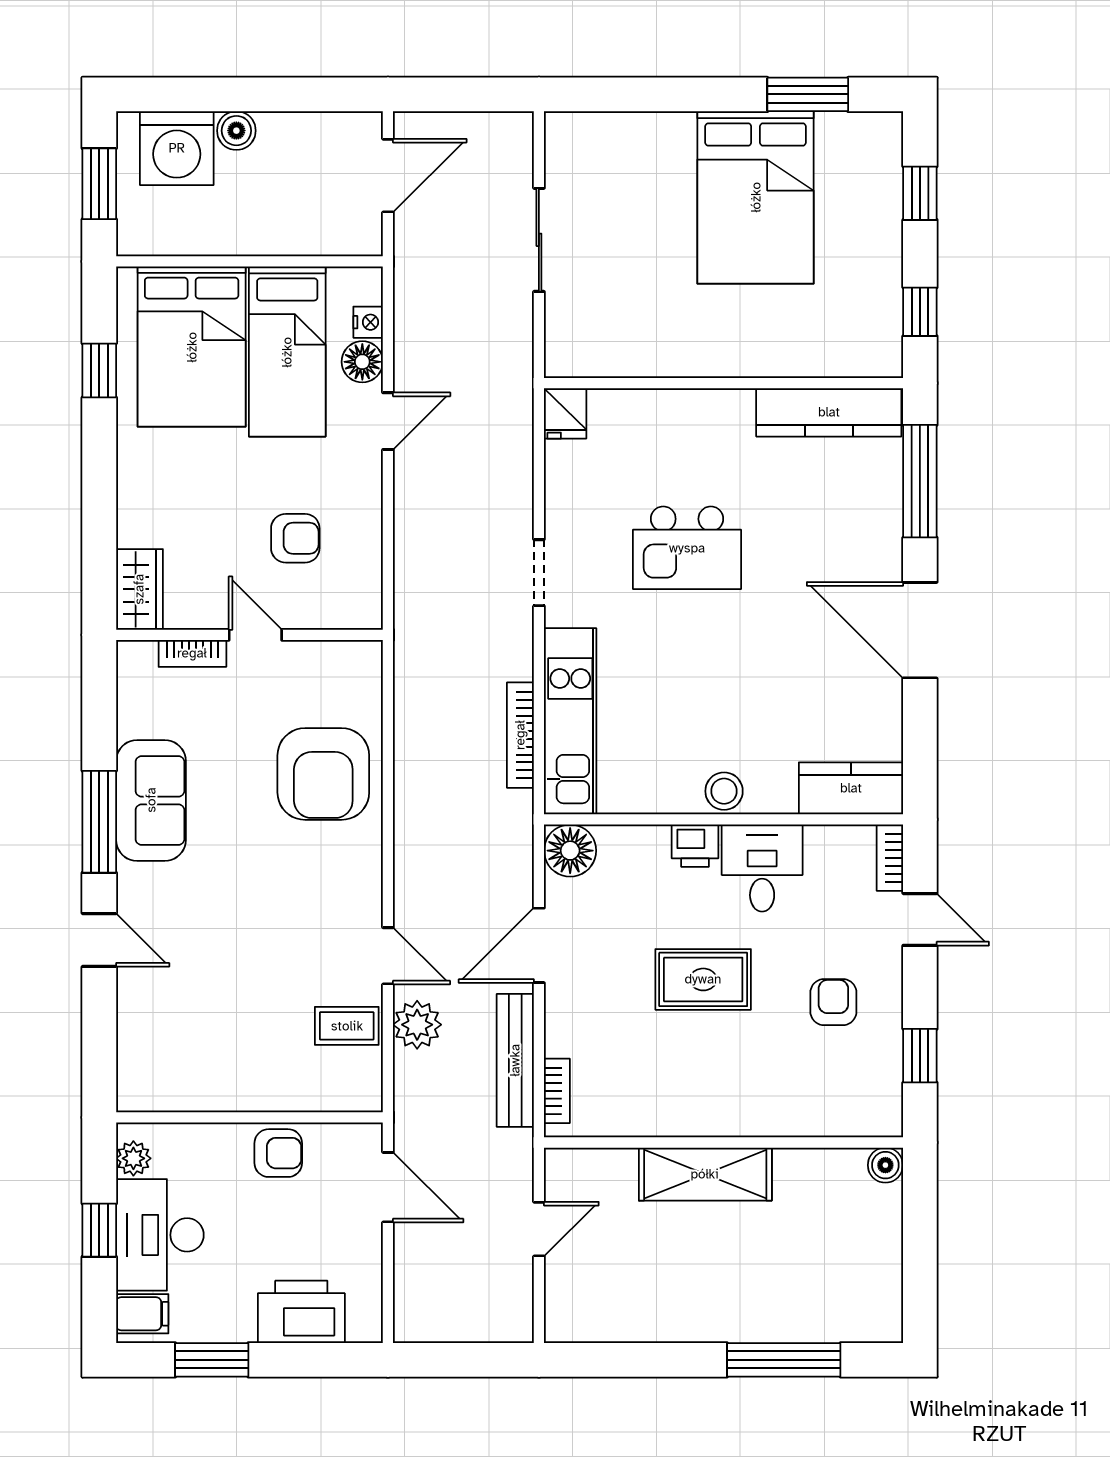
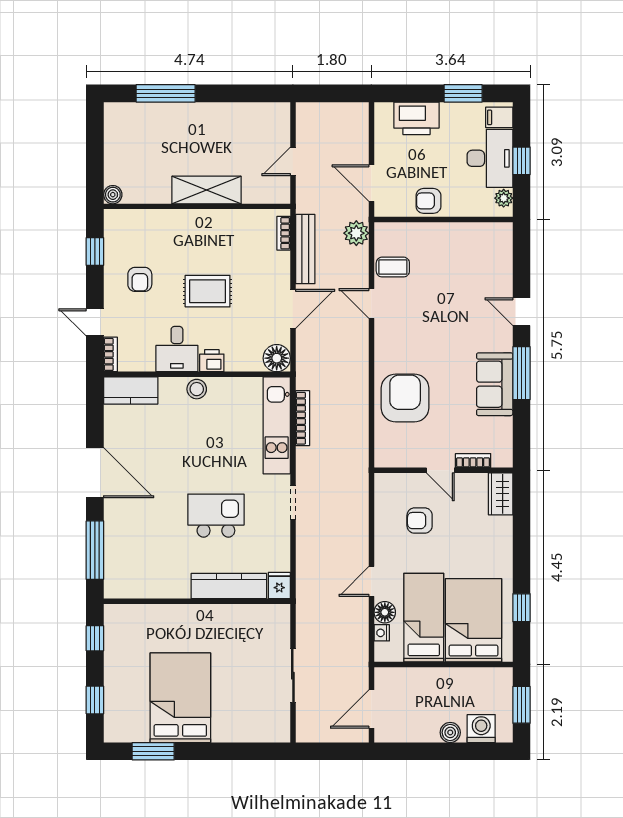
washing machine: (177, 148) -> (481, 729), width x0.73, depth x0.73
kitchen counter: (829, 412) -> (229, 586), moved
plant: (417, 1025) -> (356, 233), moved

